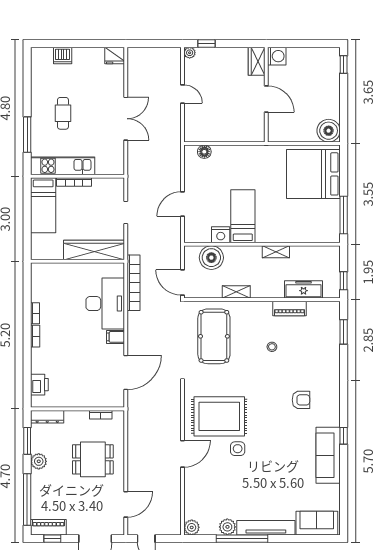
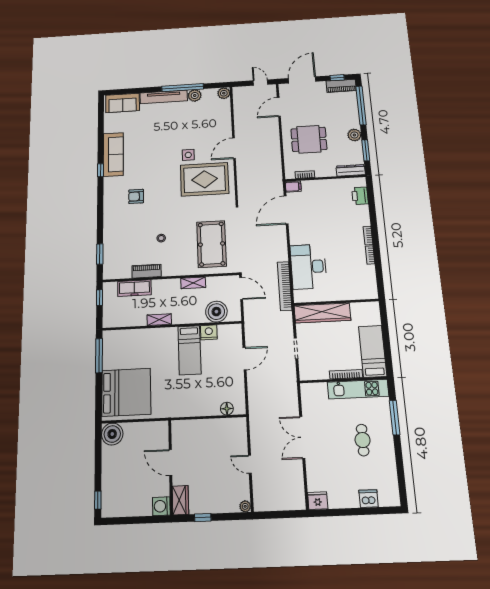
window: (206, 44) -> (203, 518), moved
filing cabinet: (116, 337) -> (293, 187), moved

